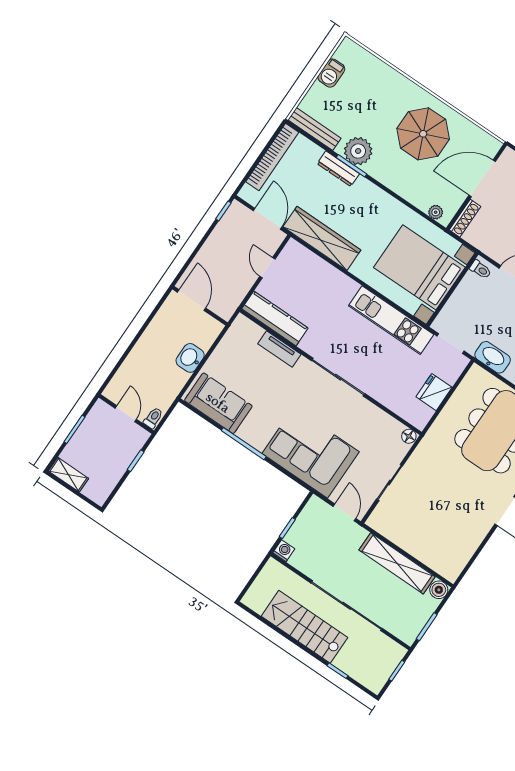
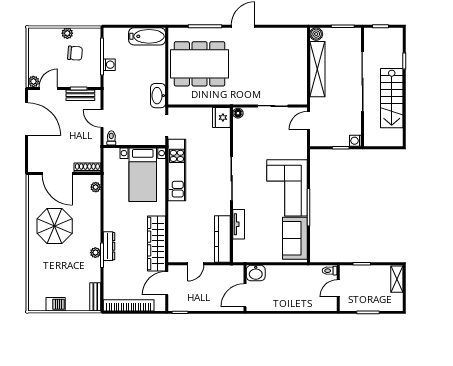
bench: (314, 129) -> (95, 297), width x0.73
plant: (358, 151) -> (95, 253), width x0.53, depth x0.53
dresser: (338, 169) -> (109, 246), moved
bed with nightstands: (419, 267) -> (143, 175), width x0.73
washbasin: (190, 358) -> (256, 273), moved
fridge: (434, 392) -> (221, 117), moved, turned 90
corner sofa: (311, 453) -> (287, 188), moved
shelving: (68, 475) -> (397, 279), moved

